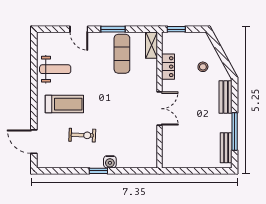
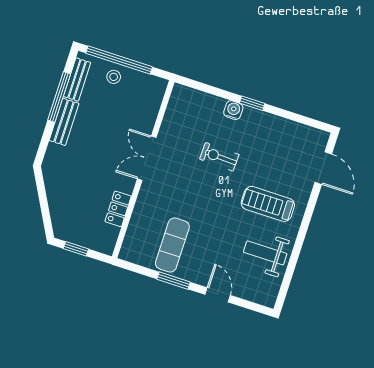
window: (176, 29) -> (76, 249), moved
shelving: (151, 45) -> (130, 244), removed
stool: (203, 67) -> (114, 77), moved
bench: (226, 97) -> (64, 122), moved
exercise bike: (82, 135) -> (219, 157), moved
window: (201, 171) -> (119, 60), added

